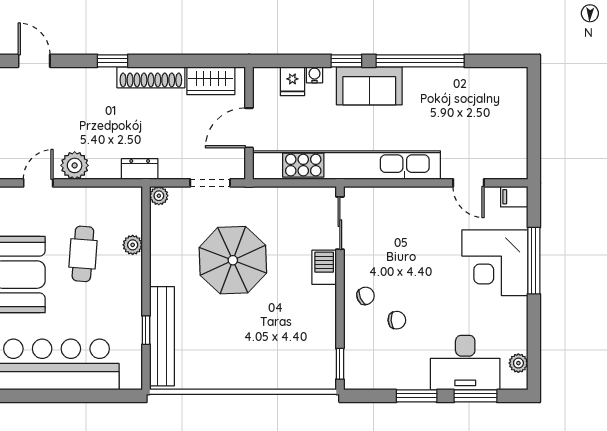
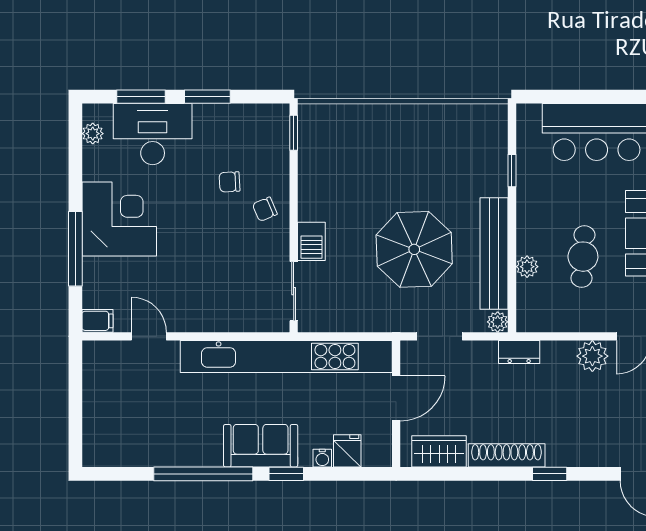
corner desk: (495, 263) -> (119, 219), moved
bench: (162, 336) -> (494, 254), moved

